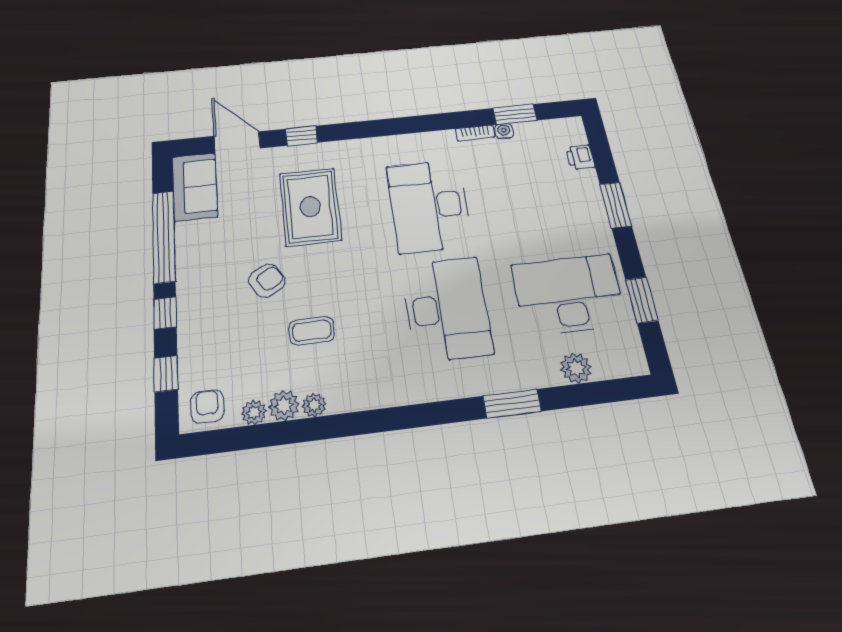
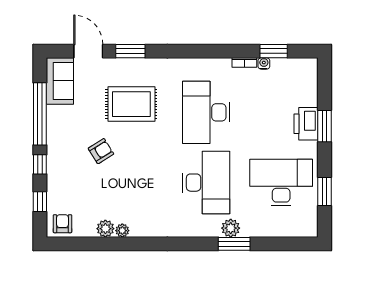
window: (302, 136) -> (130, 51), width x1.50
printer: (580, 157) -> (306, 124), moved, width x1.87, depth x1.48
rug: (310, 207) -> (131, 104), turned 90
coffee table: (312, 331) -> (125, 186), removed
plant: (576, 368) -> (231, 228), moved
plant: (254, 412) -> (88, 230), removed

